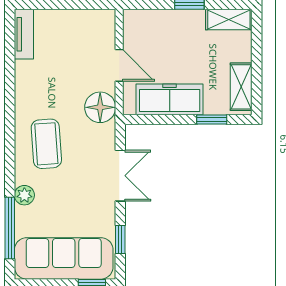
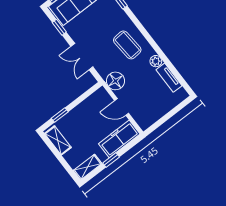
tv unit: (24, 34) -> (169, 78), moved
freezer: (170, 99) -> (119, 139), moved, turned 180
plant: (24, 195) -> (156, 61), moved

